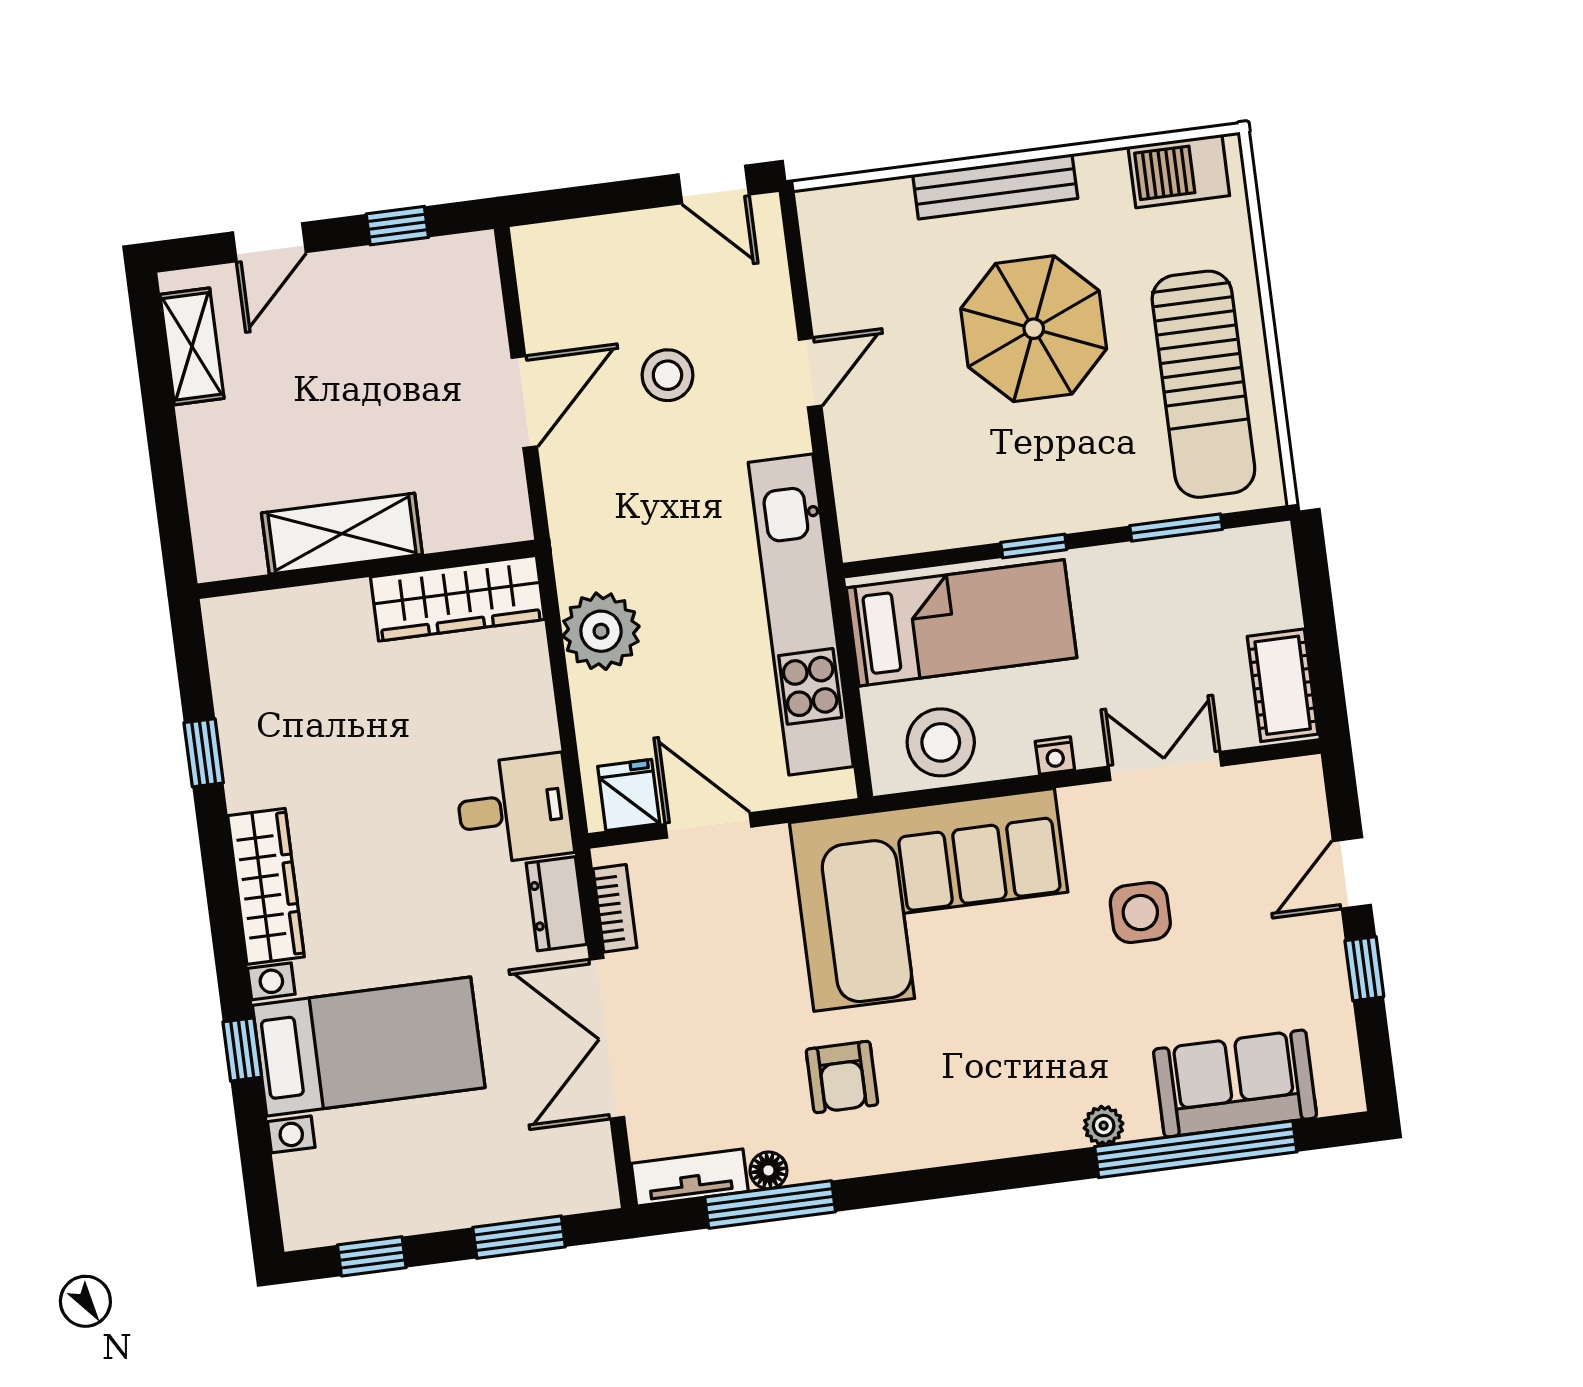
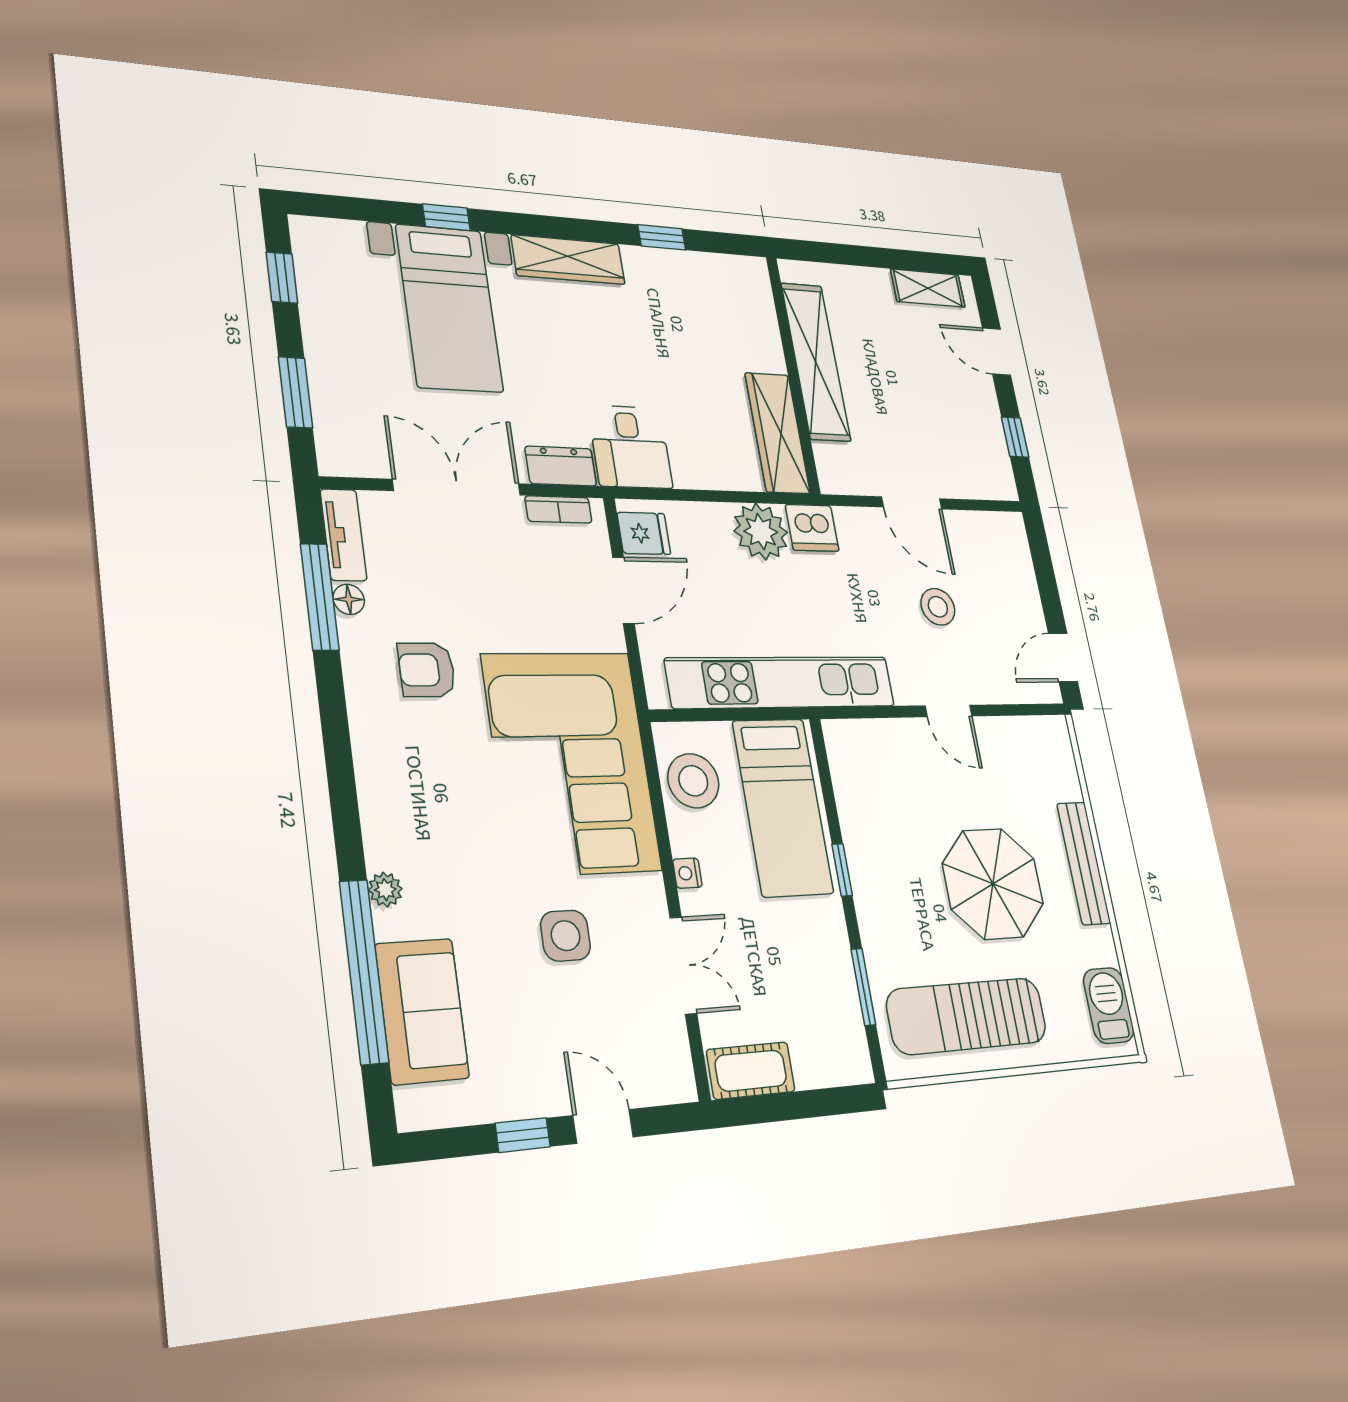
shelving: (342, 534) -> (816, 362), width x1.47
dishwasher: (584, 556) -> (812, 528), added

